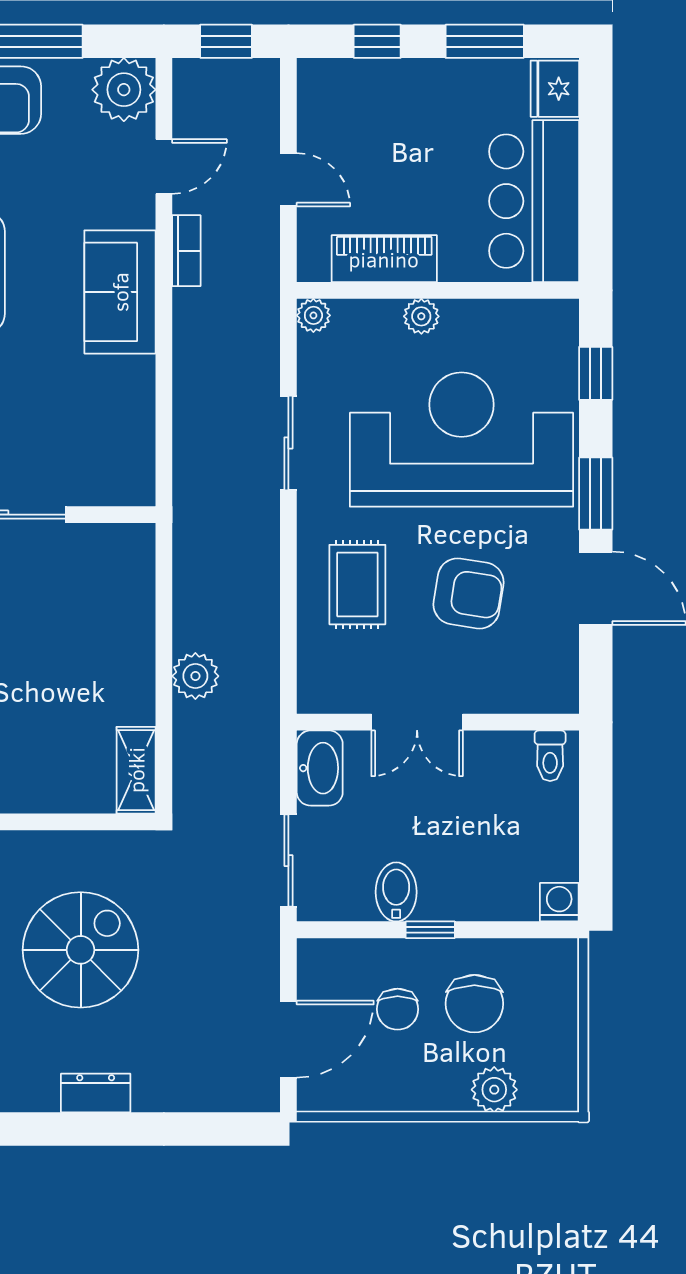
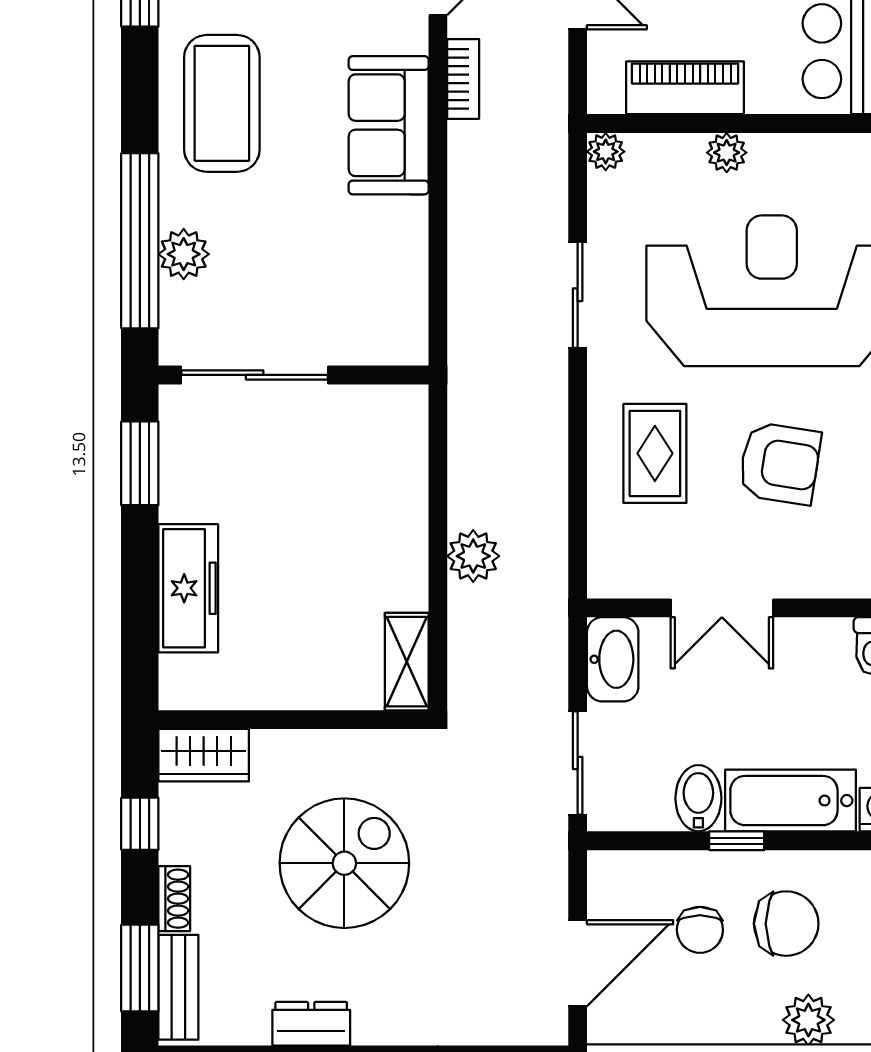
bathtub: (478, 894) -> (790, 801), added
chair: (474, 1004) -> (786, 924), turned -90
dresser: (96, 1093) -> (311, 1024), moved

